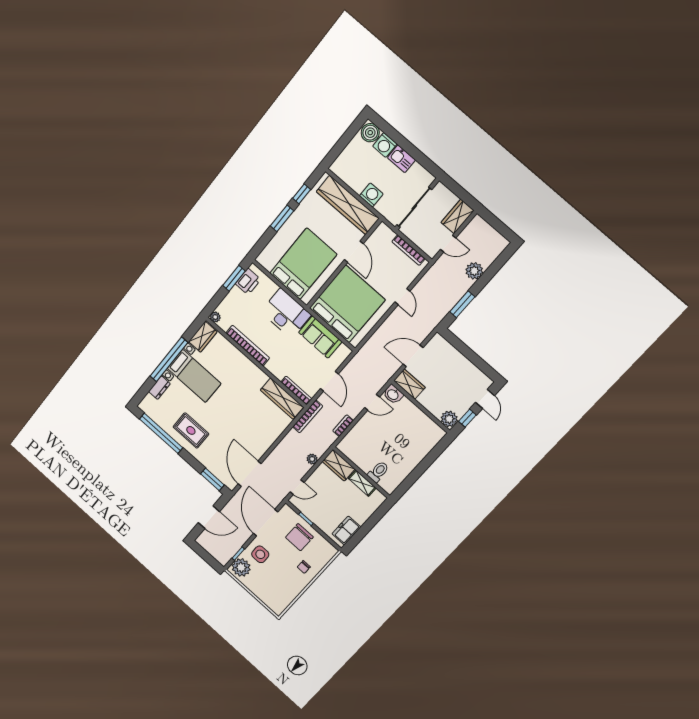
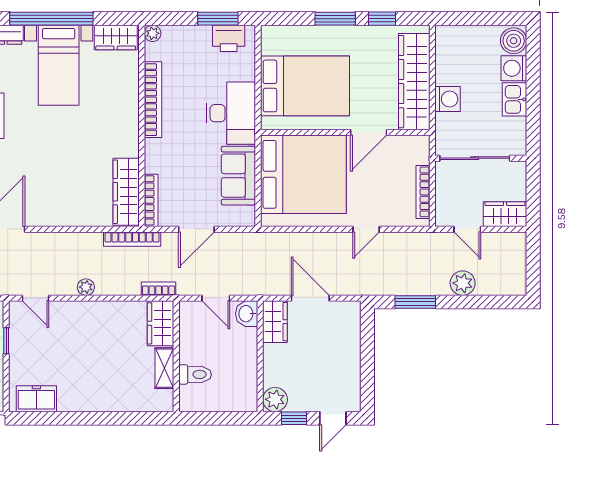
wardrobe: (338, 465) -> (161, 323), moved
wall: (361, 472) -> (176, 356), moved
toilet: (378, 472) -> (195, 374), moved
shelving: (362, 483) -> (164, 368), moved

